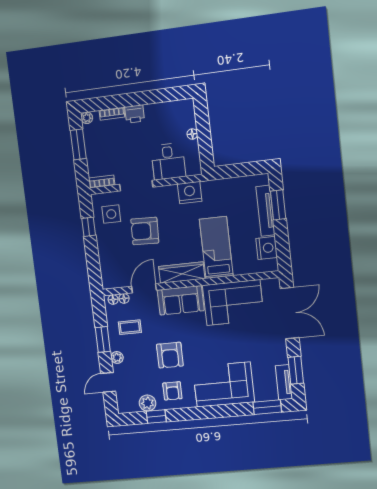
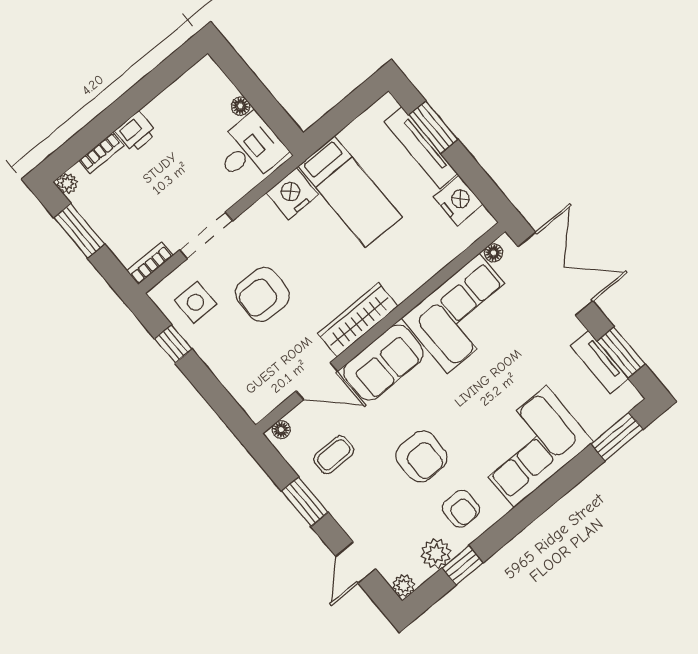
desk: (168, 161) -> (249, 150), moved, turned -90
bed: (216, 248) -> (350, 192), moved, turned 180
door: (144, 288) -> (317, 381), swing flipped
floor lamp: (124, 298) -> (493, 253), moved
plant: (117, 357) -> (404, 586), moved
tv unit: (284, 382) -> (599, 362), moved

